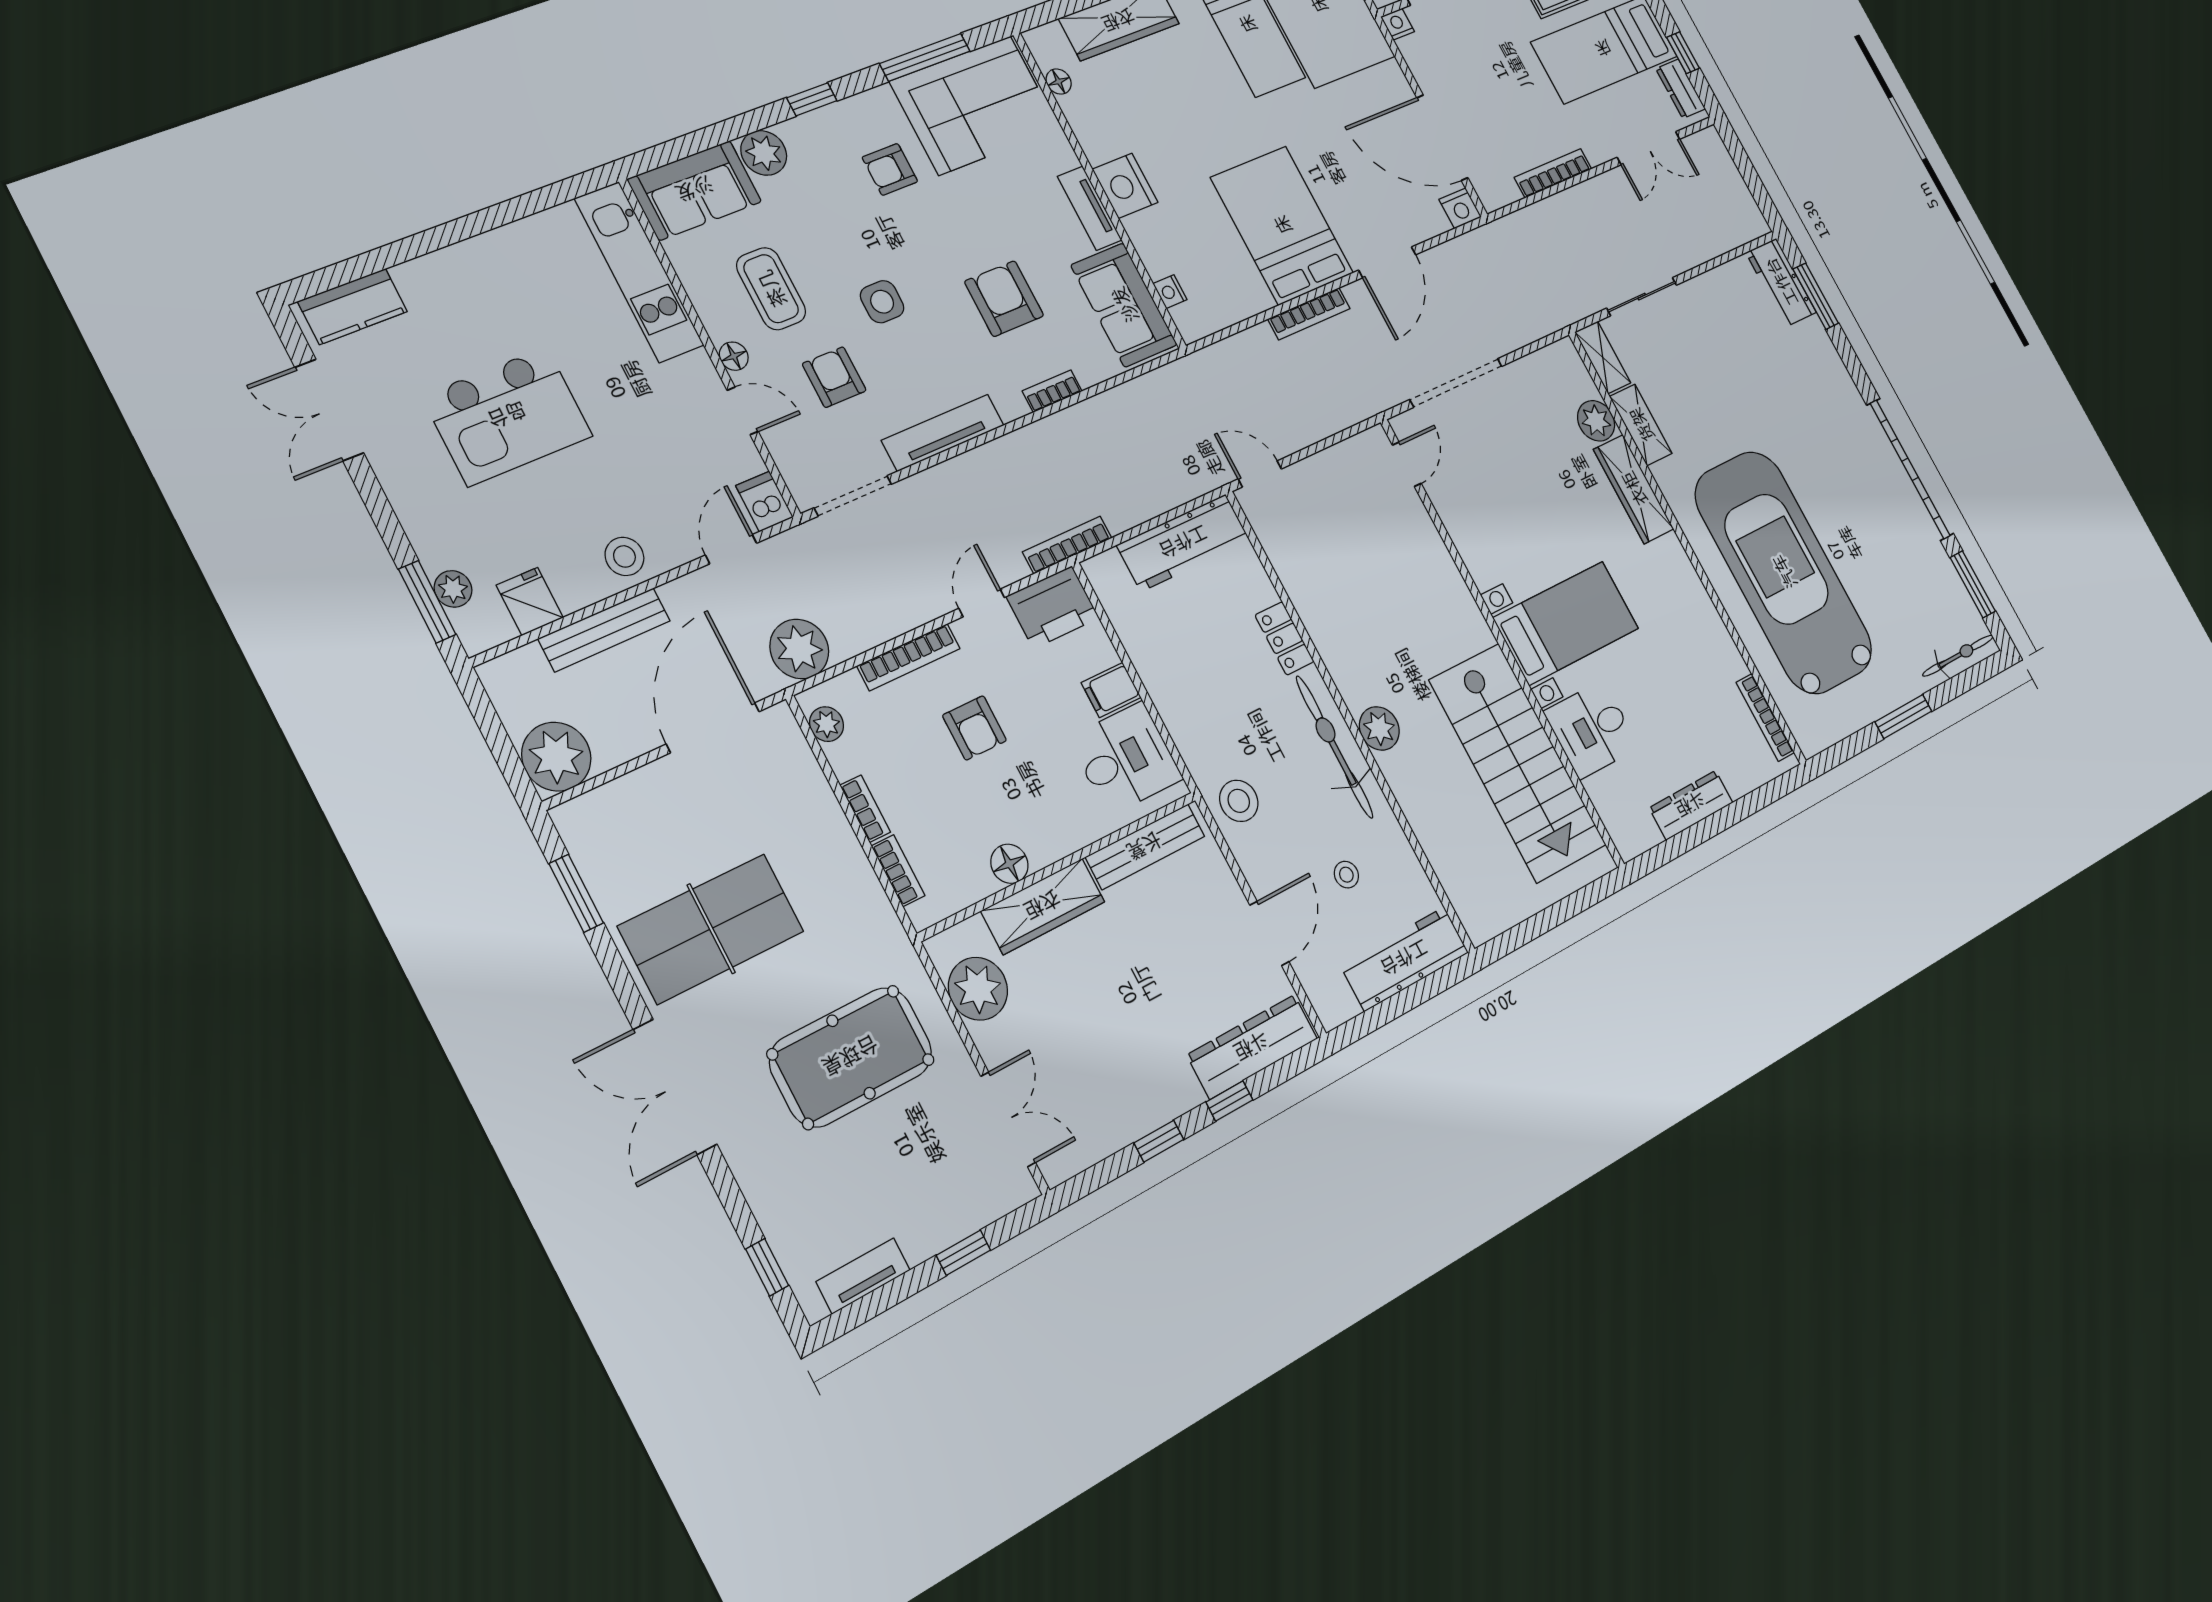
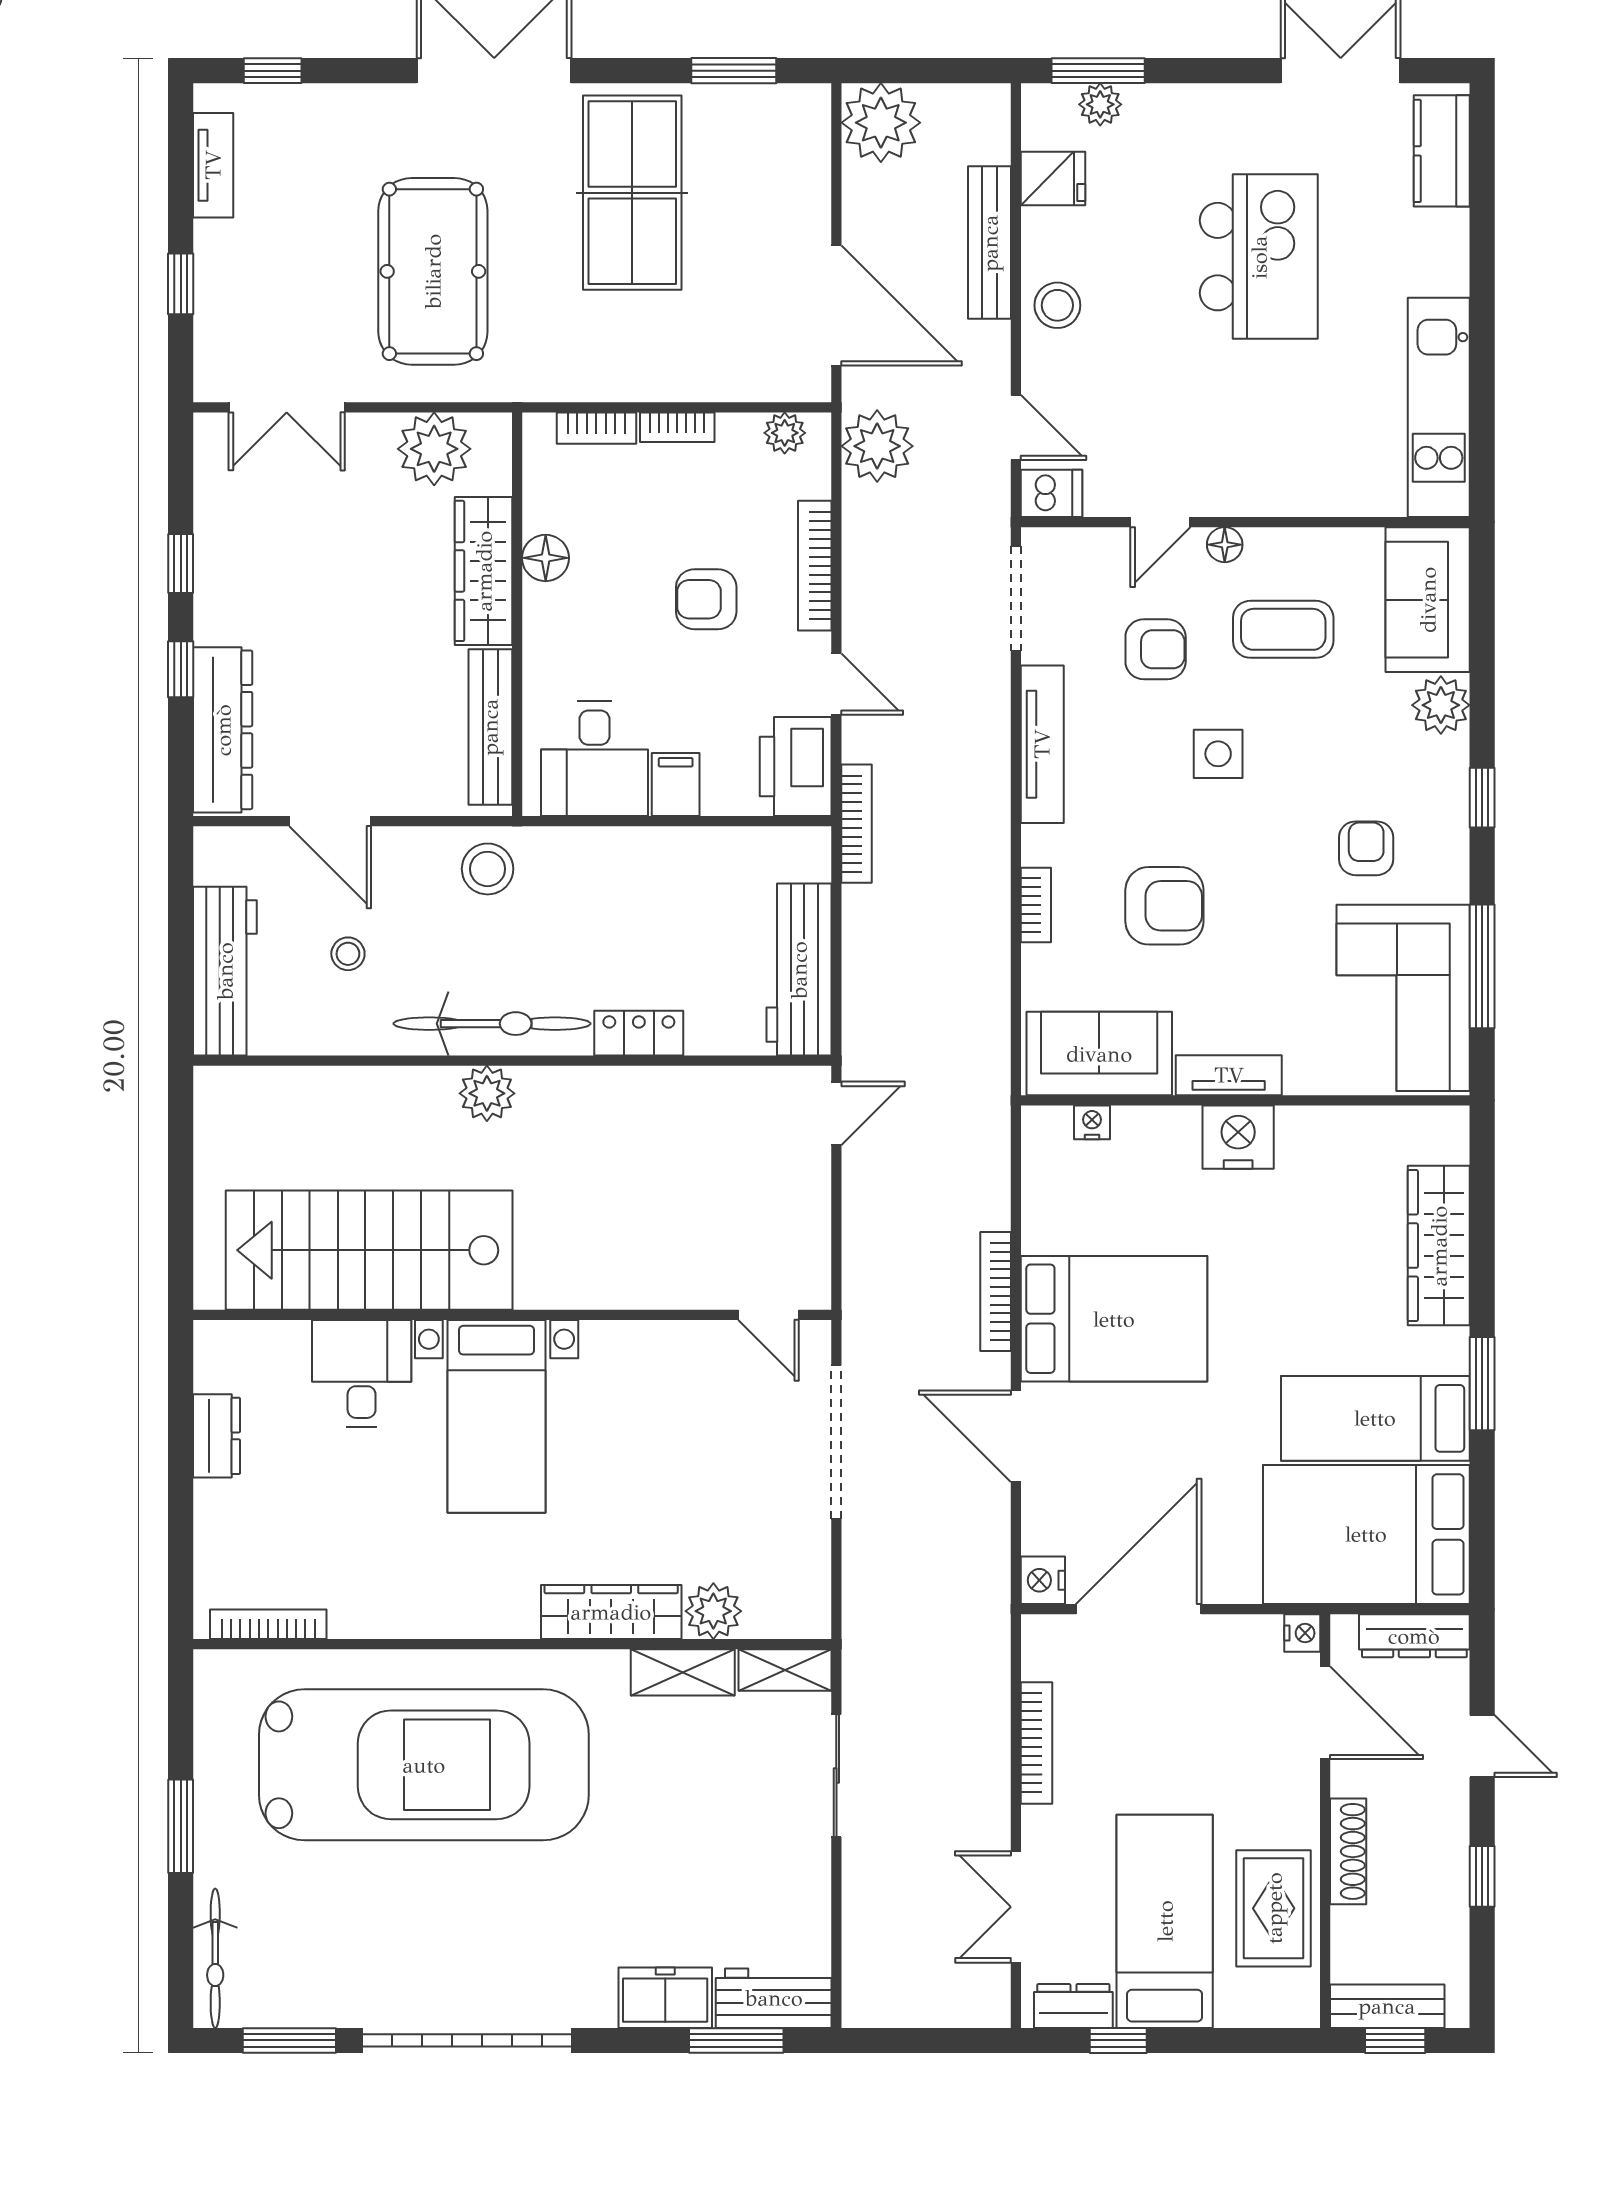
floor lamp: (1059, 82) -> (1393, 1123), removed
kitchen unit: (639, 272) -> (1439, 407), moved, turned -90
freezer: (1819, 352) -> (665, 1998), added
kitchen island: (508, 416) -> (1259, 257), turned 180
dresser: (1691, 805) -> (217, 1436), width x0.70

